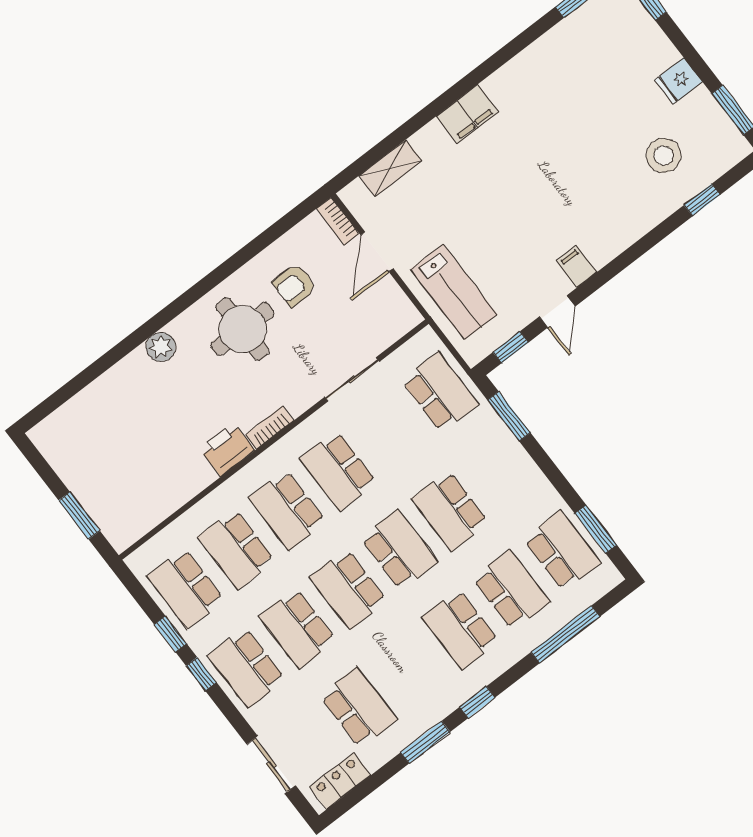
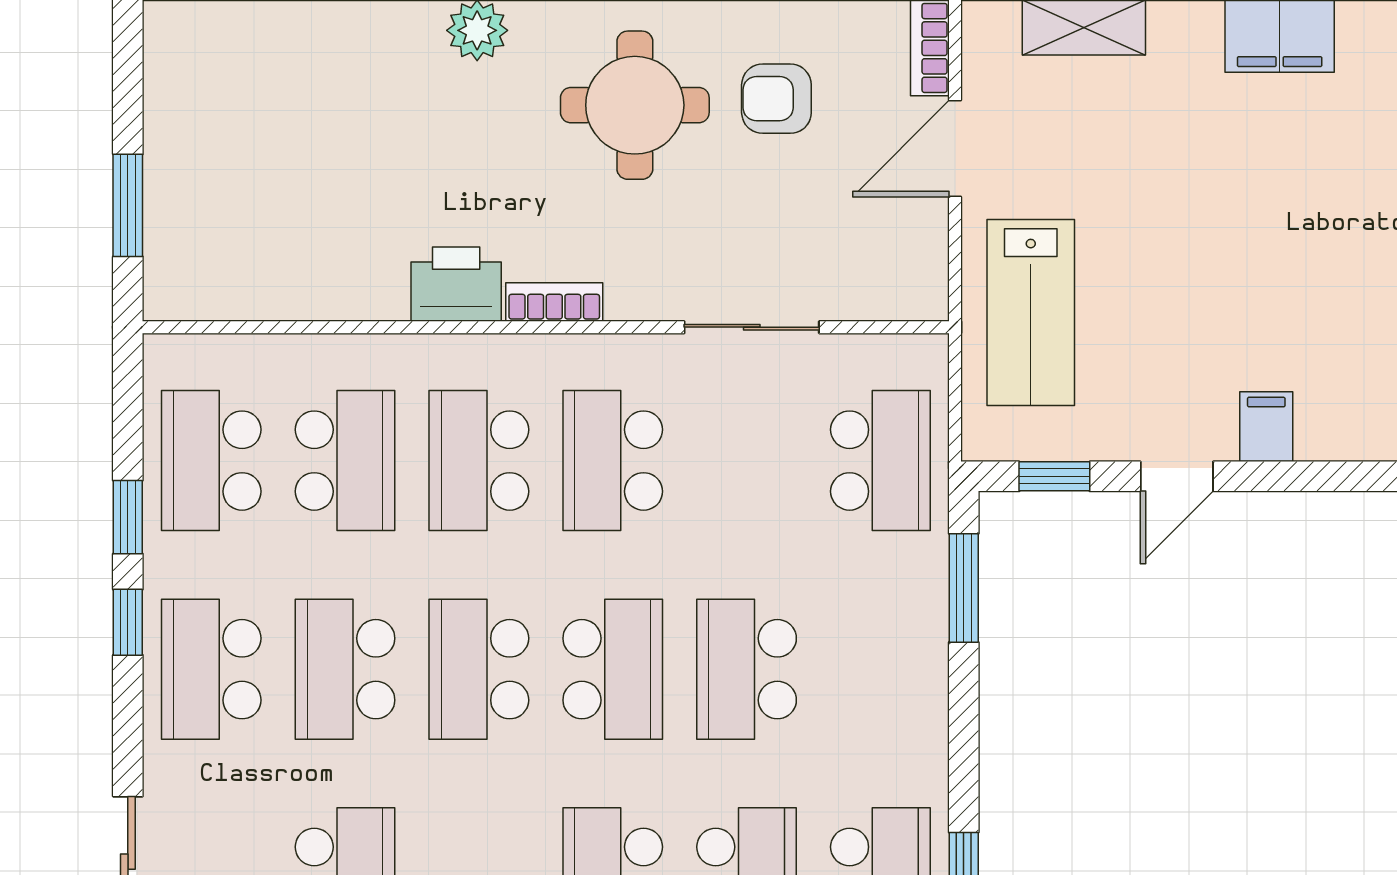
school desk: (236, 549) -> (345, 461), turned 180

